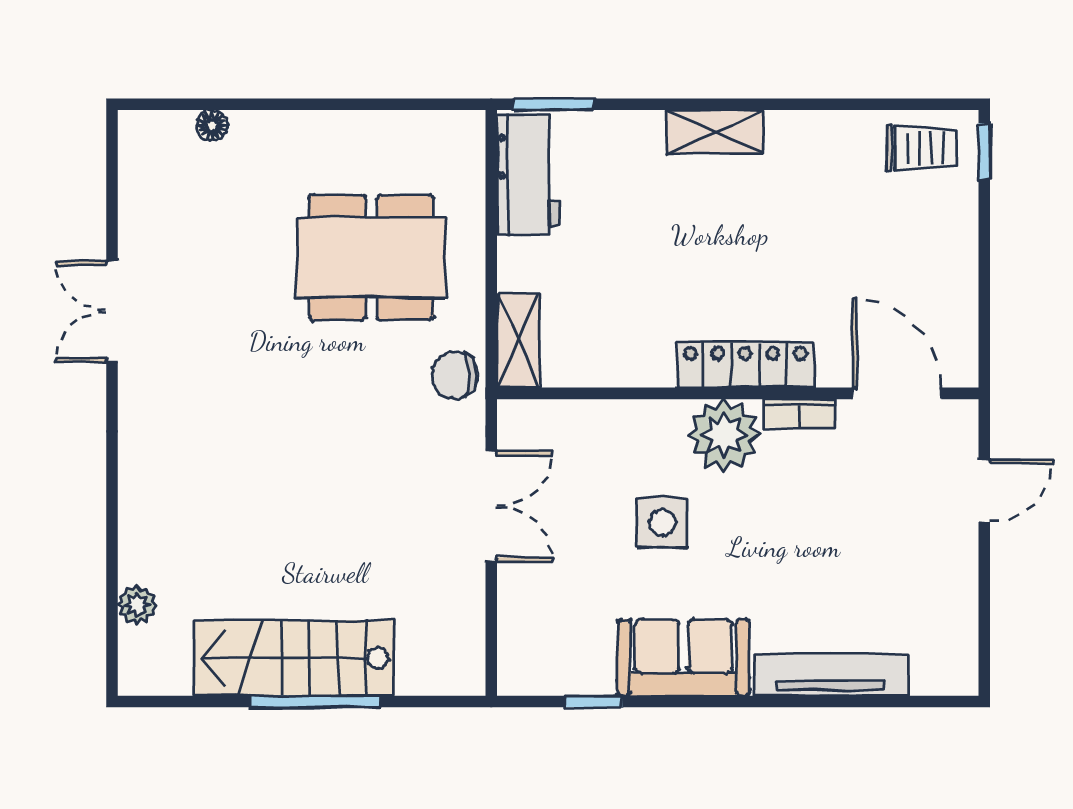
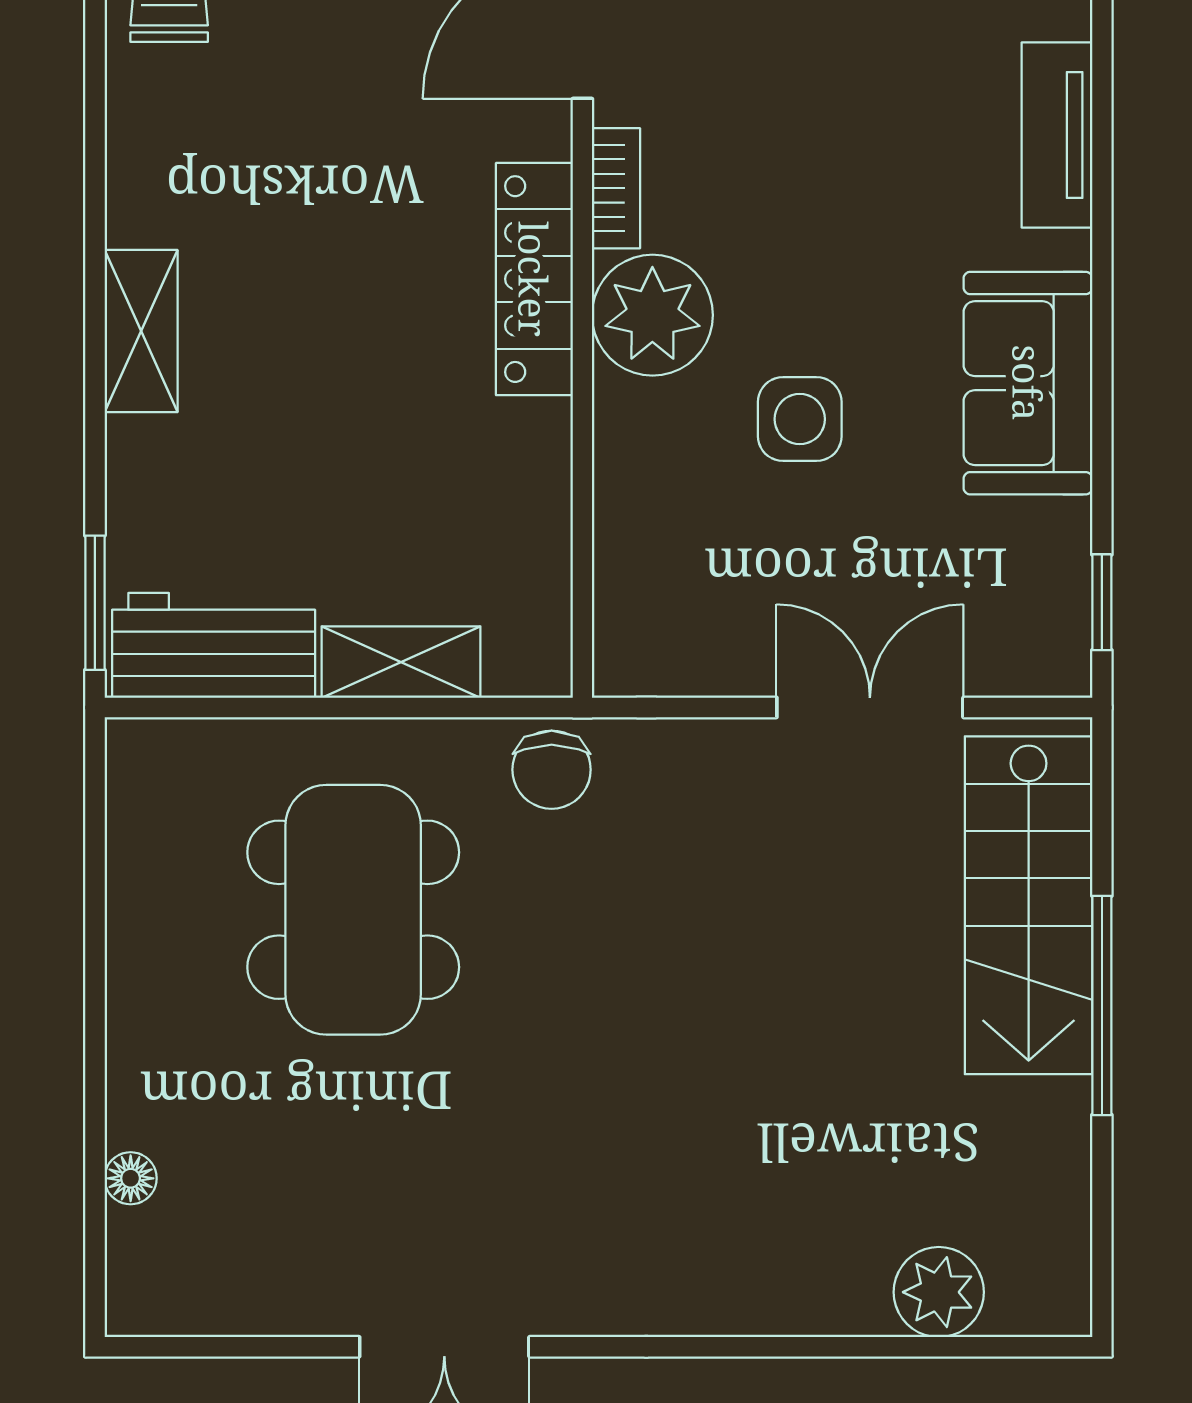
shelving: (518, 341) -> (401, 662), moved
double door: (491, 506) -> (870, 707), moved
plant: (137, 605) -> (939, 1292), width x1.38, depth x1.38
stairs: (294, 658) -> (1029, 905), moved
tv unit: (831, 675) -> (1057, 135), width x0.71
window: (594, 701) -> (1102, 602), moved

